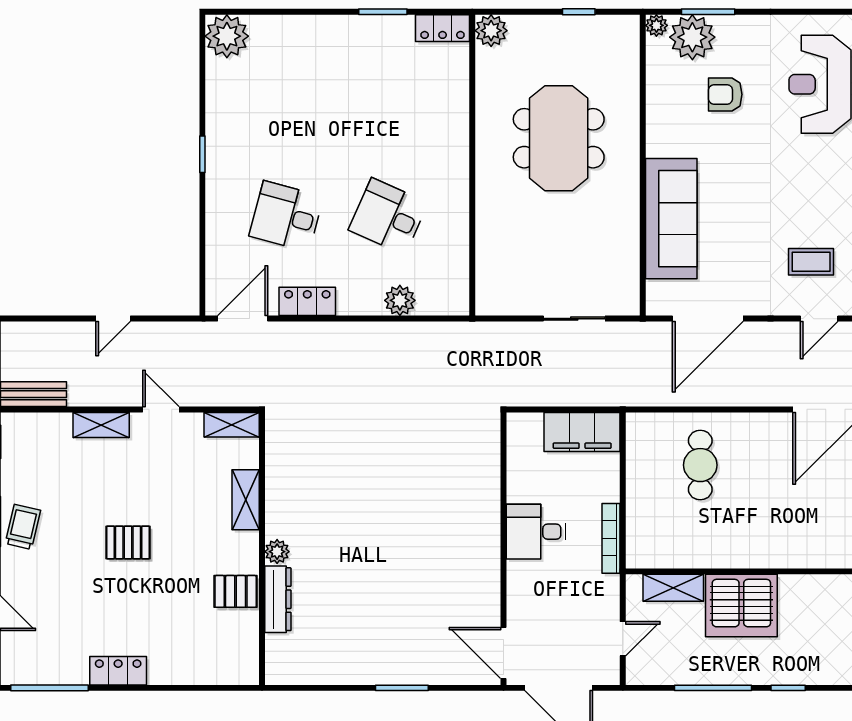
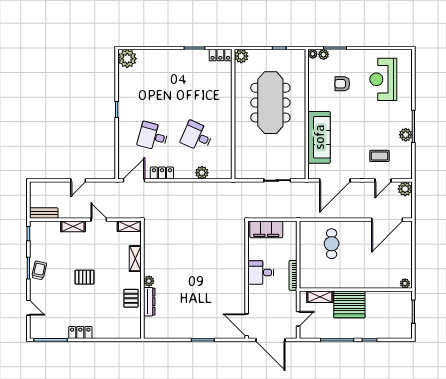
plant: (692, 37) -> (324, 54), width x0.53, depth x0.53
meeting table: (559, 138) -> (270, 103), width x1.36
filing cabinet: (582, 432) -> (266, 229), moved
pallet: (236, 591) -> (131, 298), turned 90

